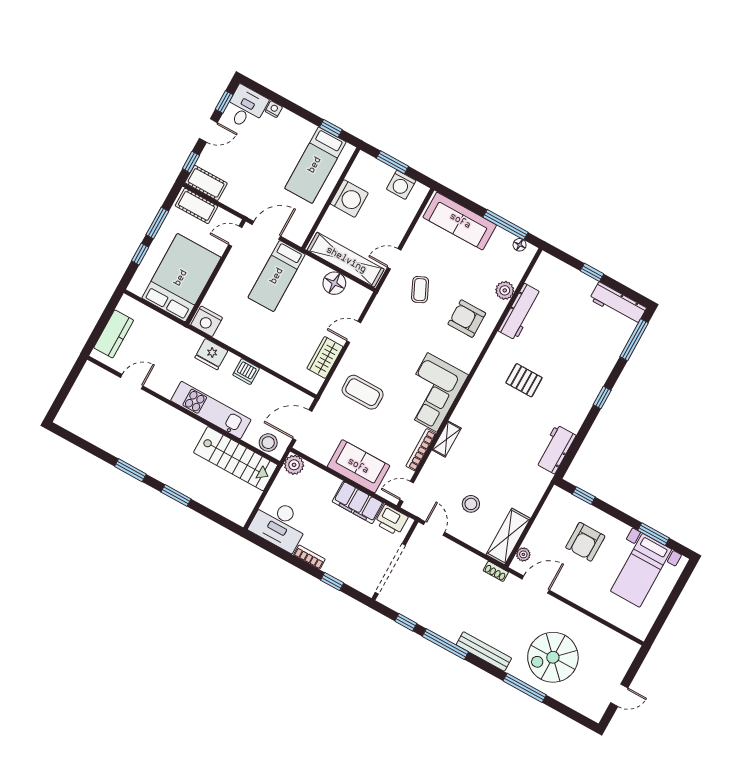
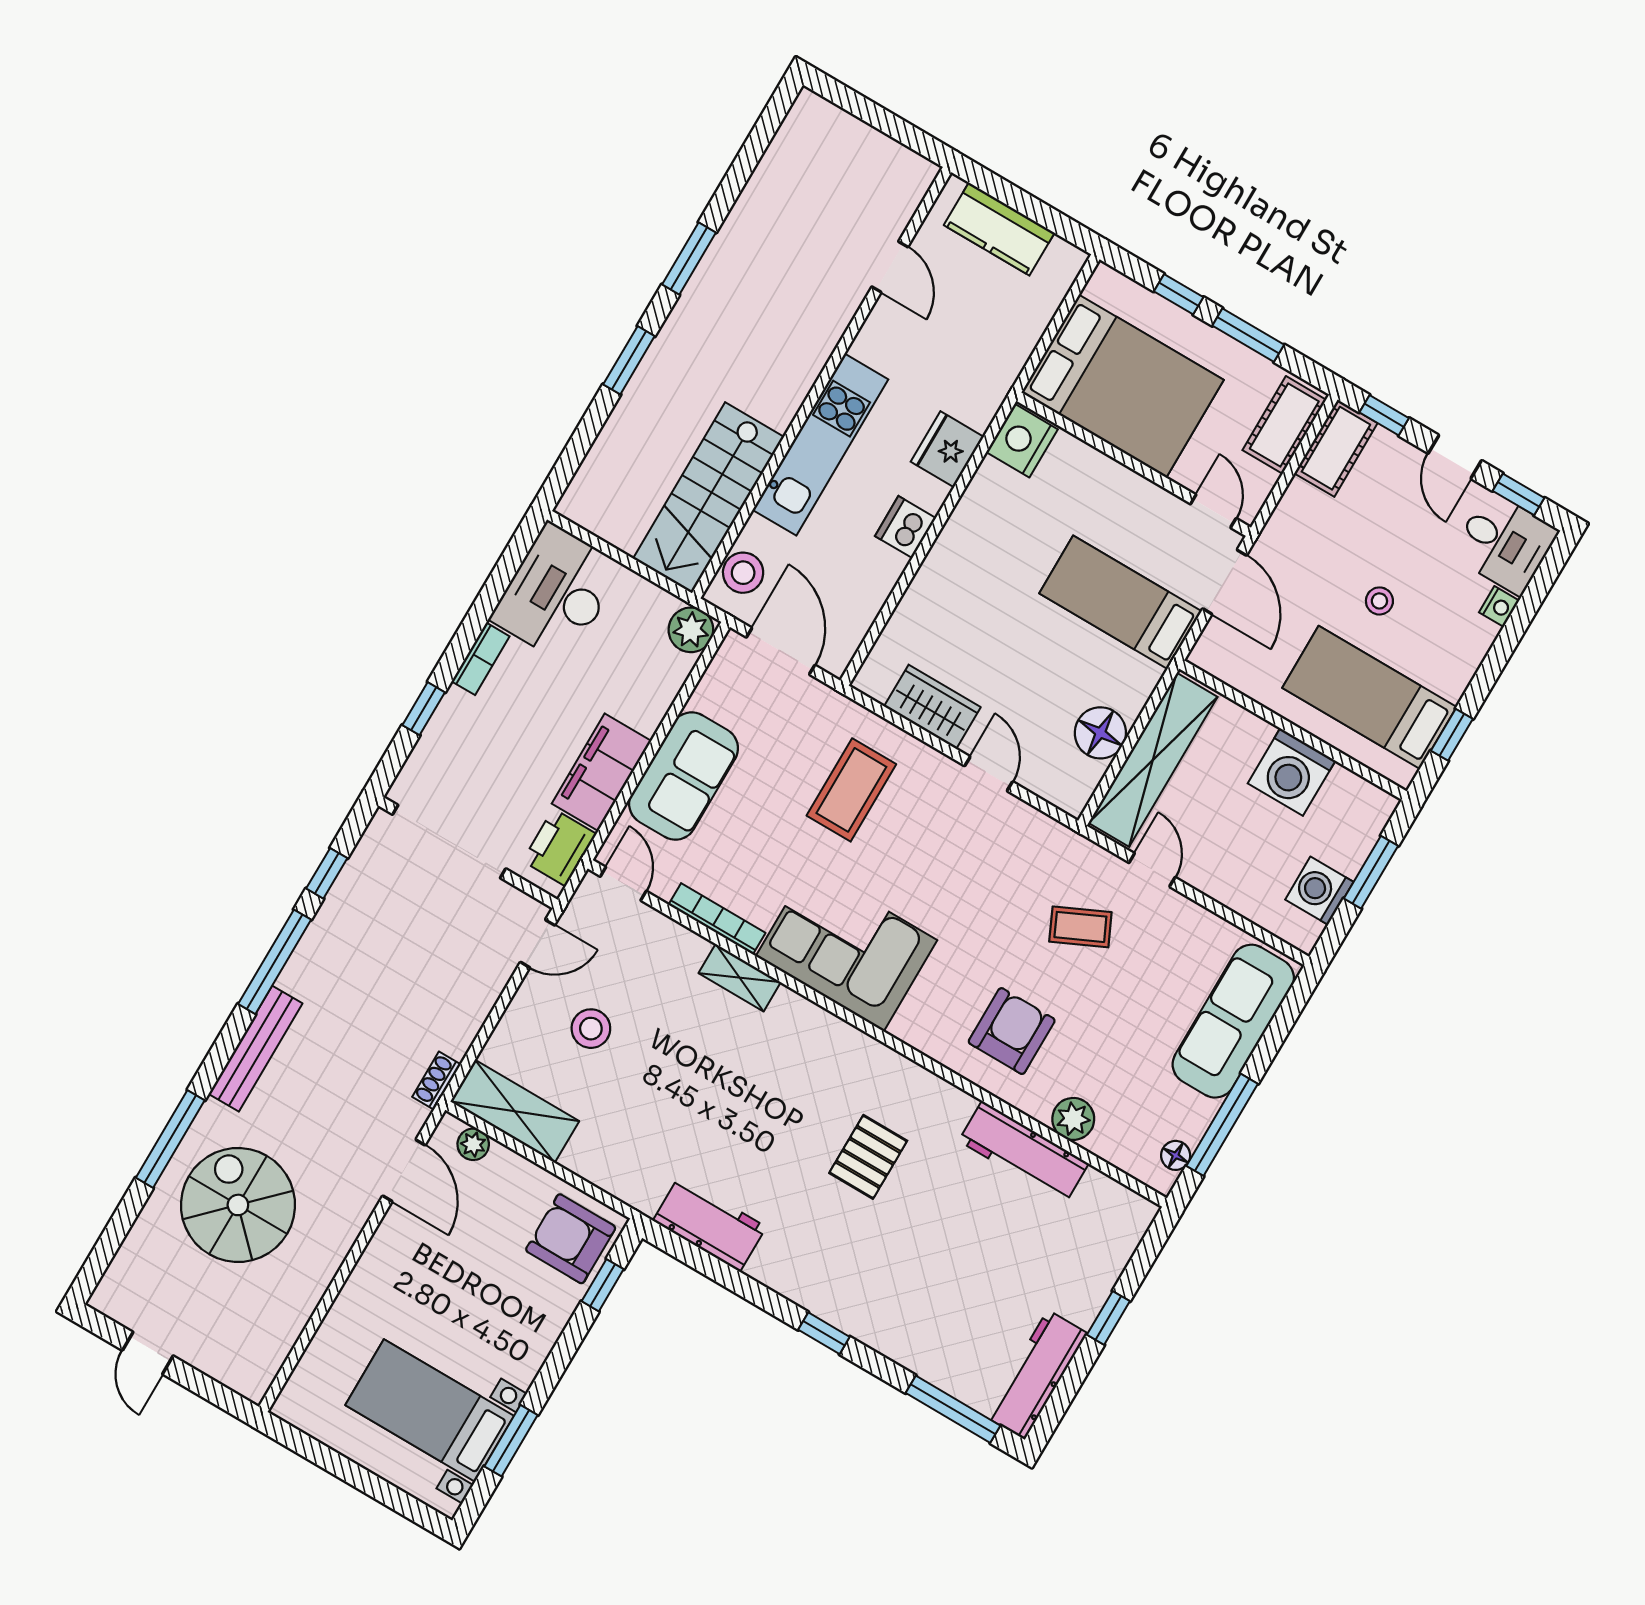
stool: (273, 162) -> (1379, 601), added
armchair: (585, 542) -> (571, 1239), moved

